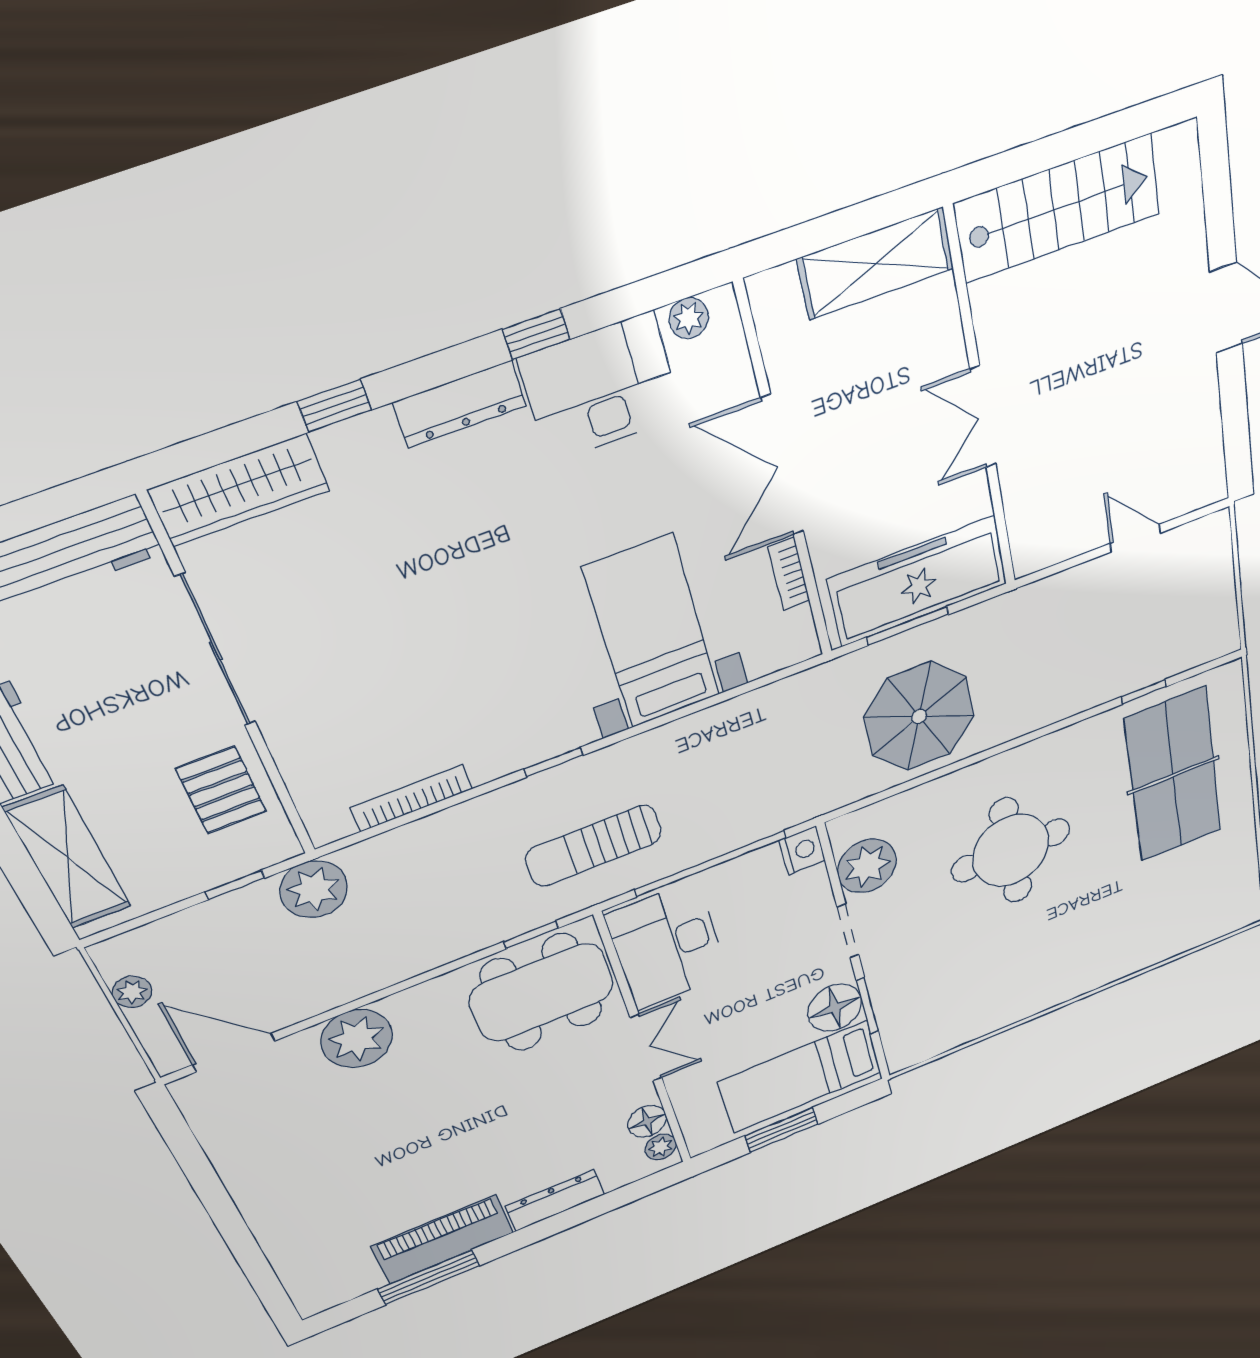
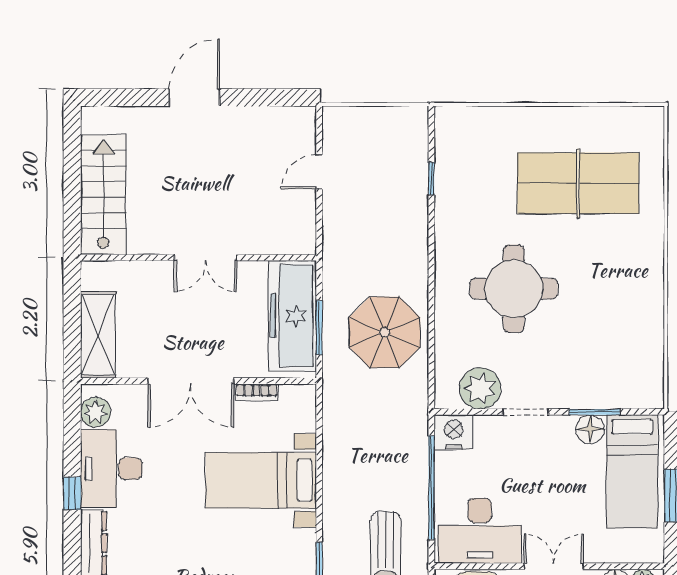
shelving: (876, 264) -> (98, 335), moved
plant: (689, 318) -> (96, 412), width x1.38, depth x1.38
table tennis table: (1173, 775) -> (578, 183), moved
nightstand: (802, 850) -> (454, 432), width x1.36, depth x1.33
floor lamp: (835, 1008) -> (590, 429), width x0.73, depth x0.73

